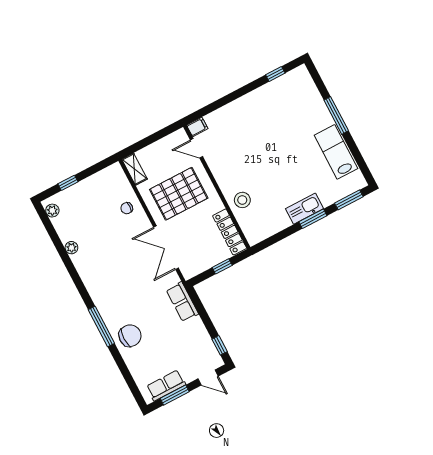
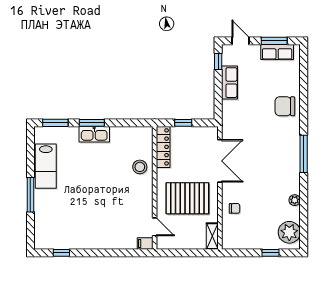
plant: (52, 211) -> (289, 232), width x1.87, depth x1.87
row of seats: (182, 302) -> (230, 83), moved
window: (101, 326) -> (304, 154), moved

